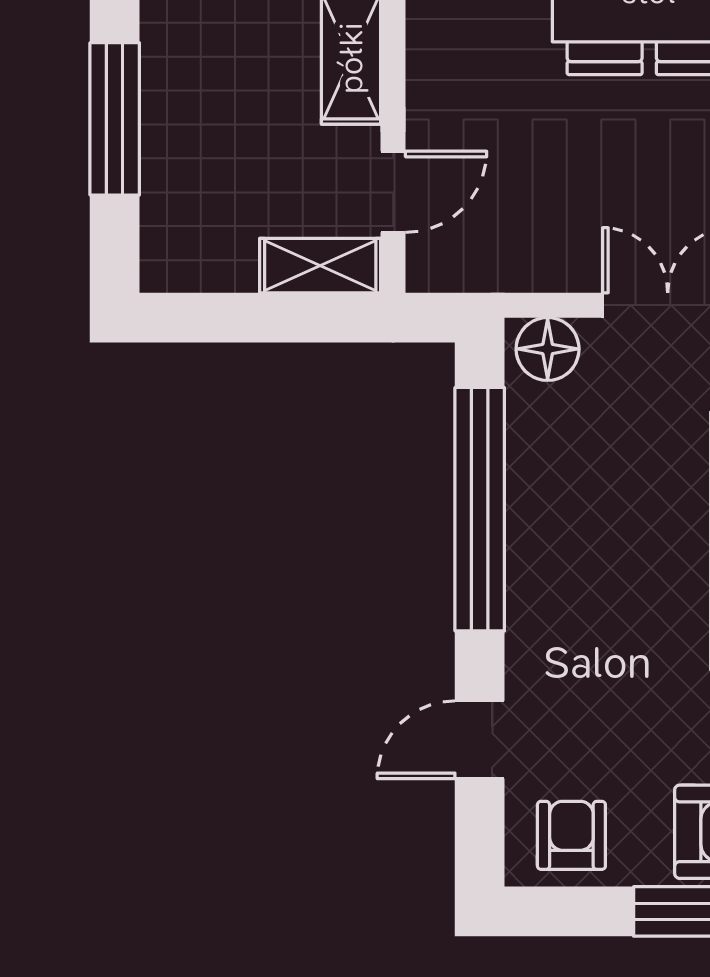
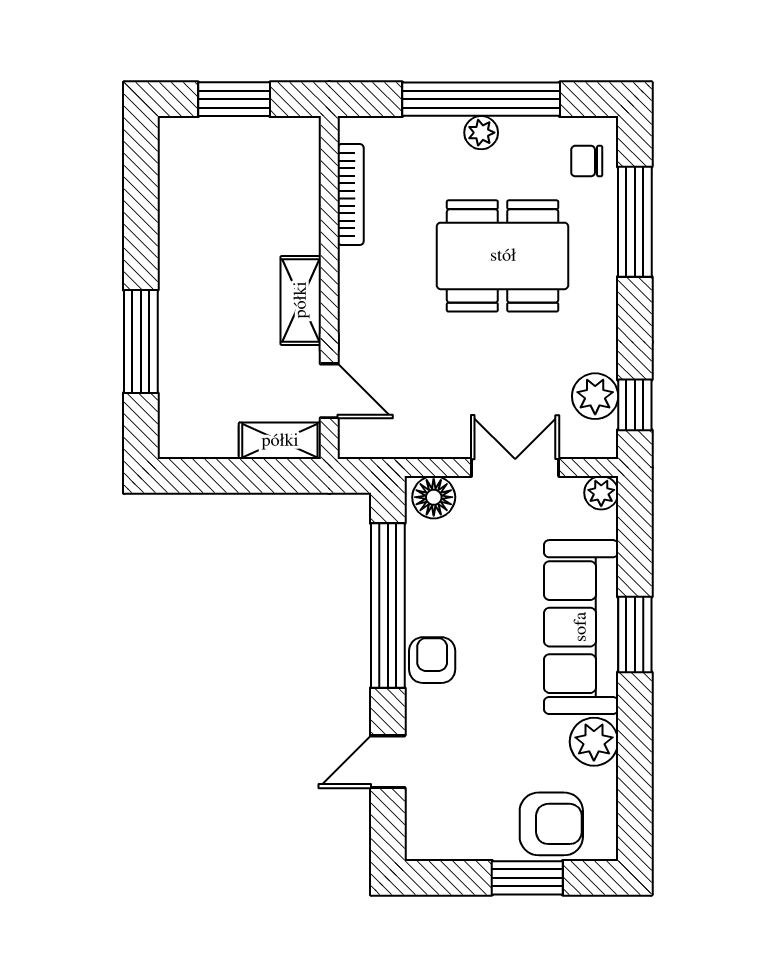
door: (393, 192) -> (329, 391), hinge flipped
armchair: (571, 835) -> (432, 660), moved

